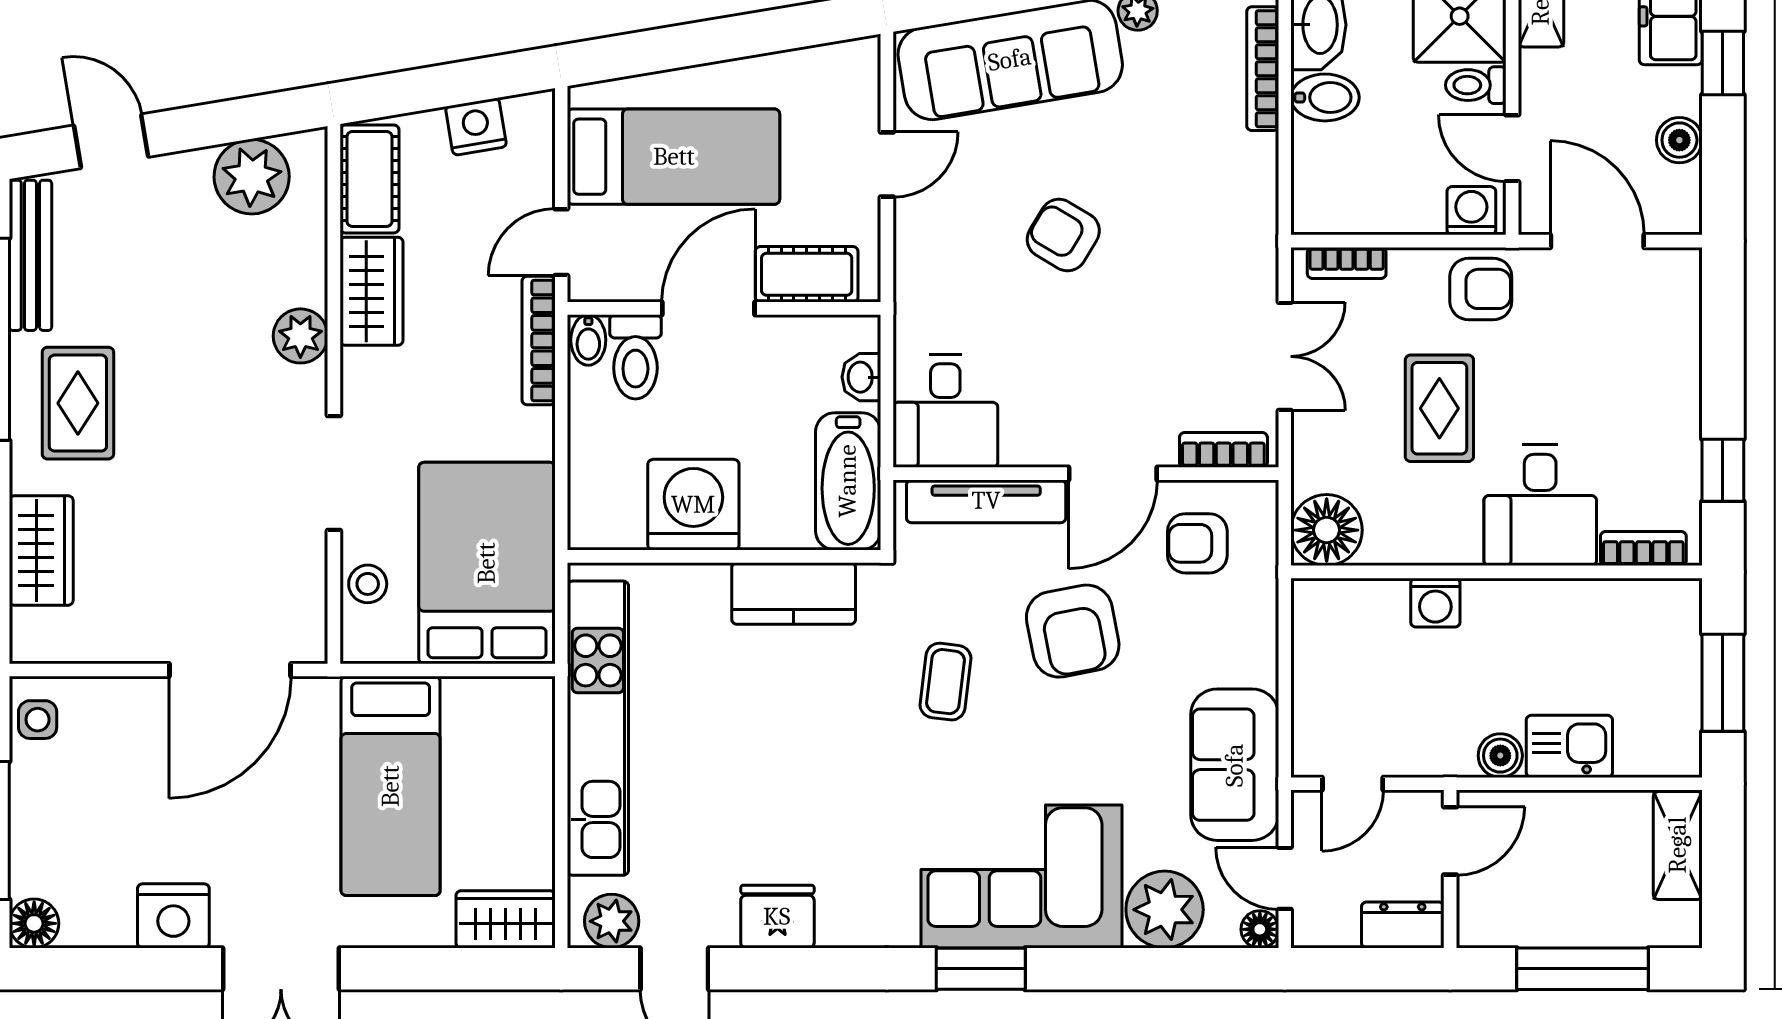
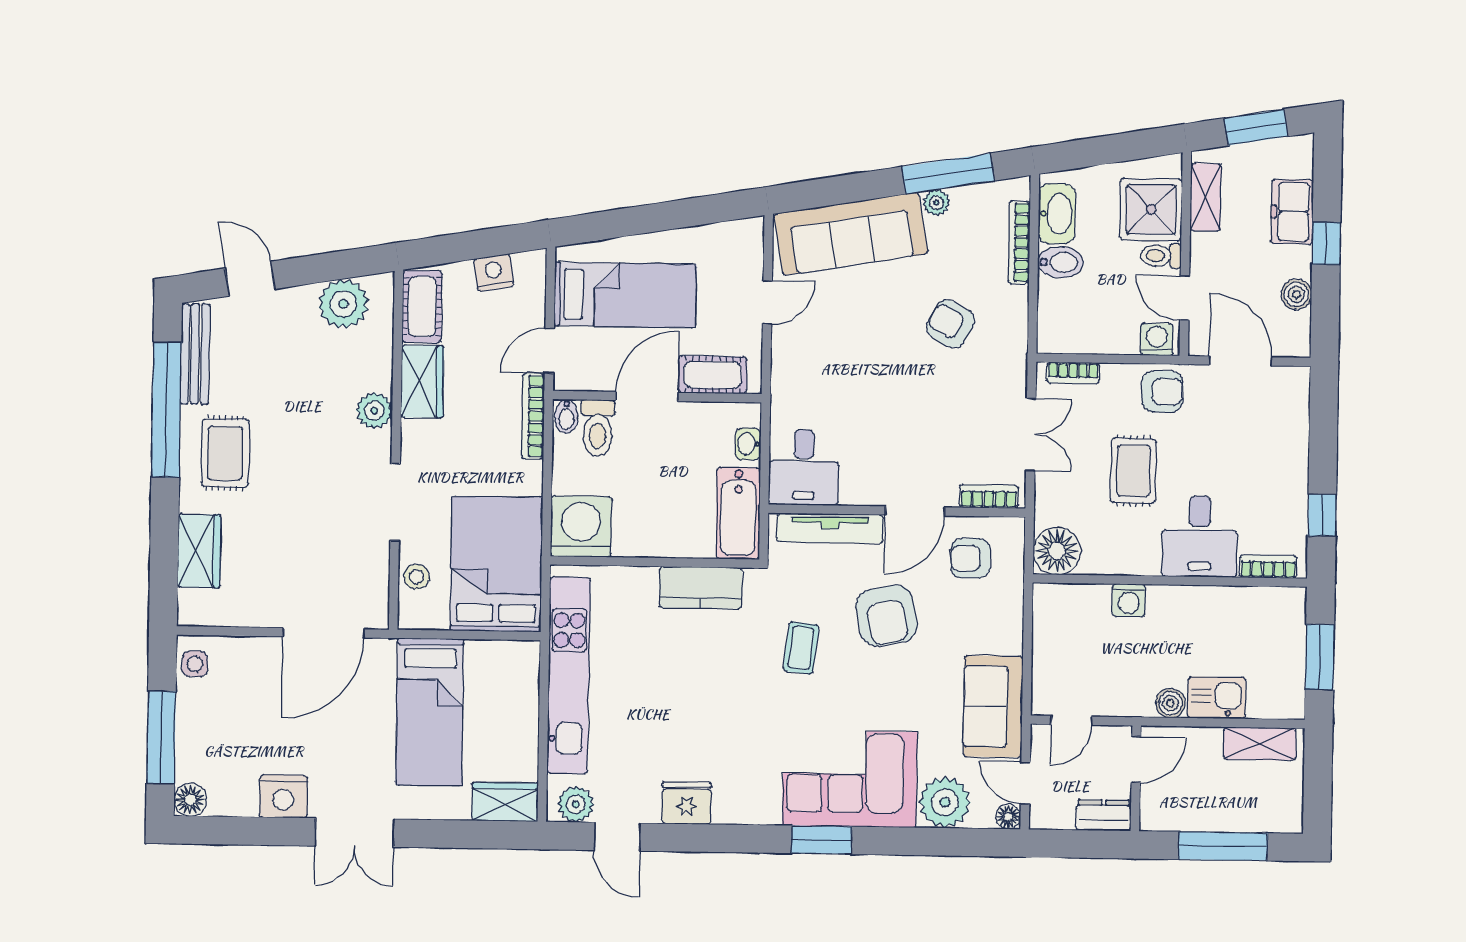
armchair: (1063, 235) -> (951, 324), moved
washing machine: (693, 505) -> (581, 526), moved
shelving: (1678, 845) -> (1260, 744), moved, turned 90

